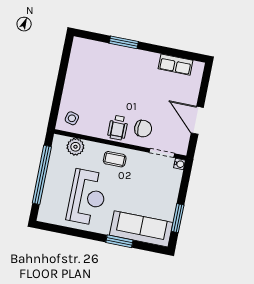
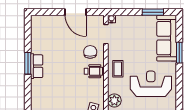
window: (124, 42) -> (28, 63), moved
row of seats: (176, 65) -> (37, 66), moved
door: (197, 120) -> (76, 12), hinge flipped

